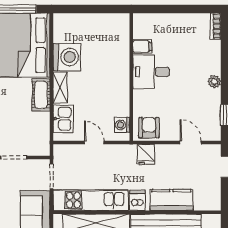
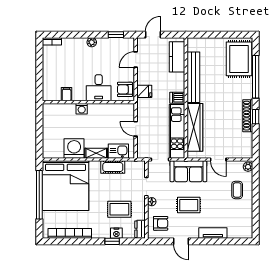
desk: (151, 72) -> (99, 88), moved
cot: (41, 95) -> (113, 167), moved
washing machine: (122, 125) -> (82, 109), moved
door: (94, 143) -> (136, 129), hinge flipped
kitchen counter: (171, 200) -> (177, 57), moved

